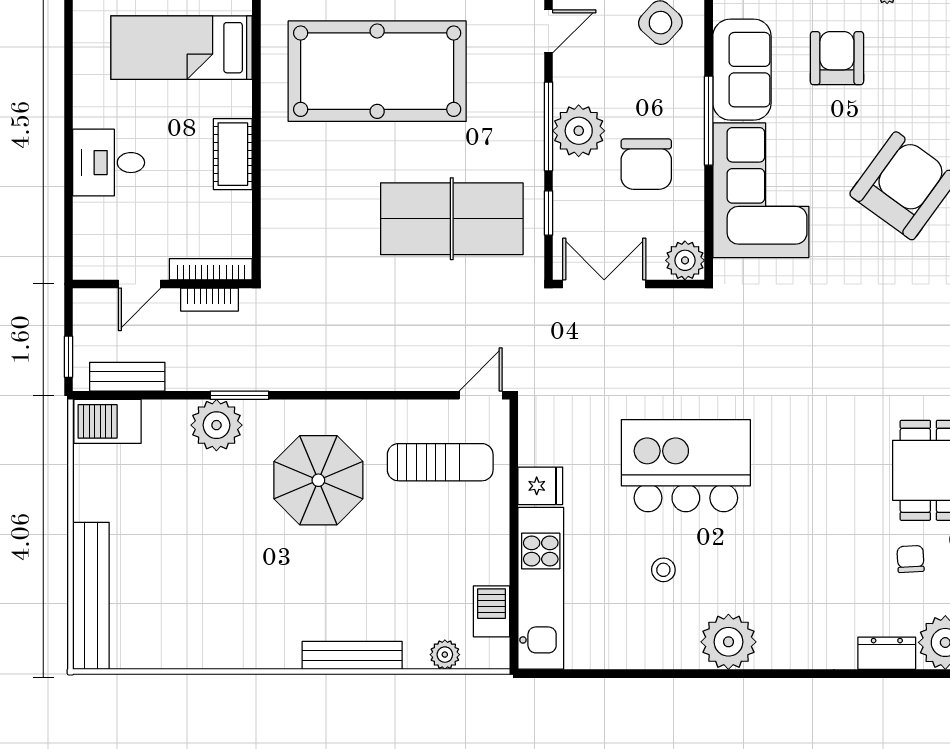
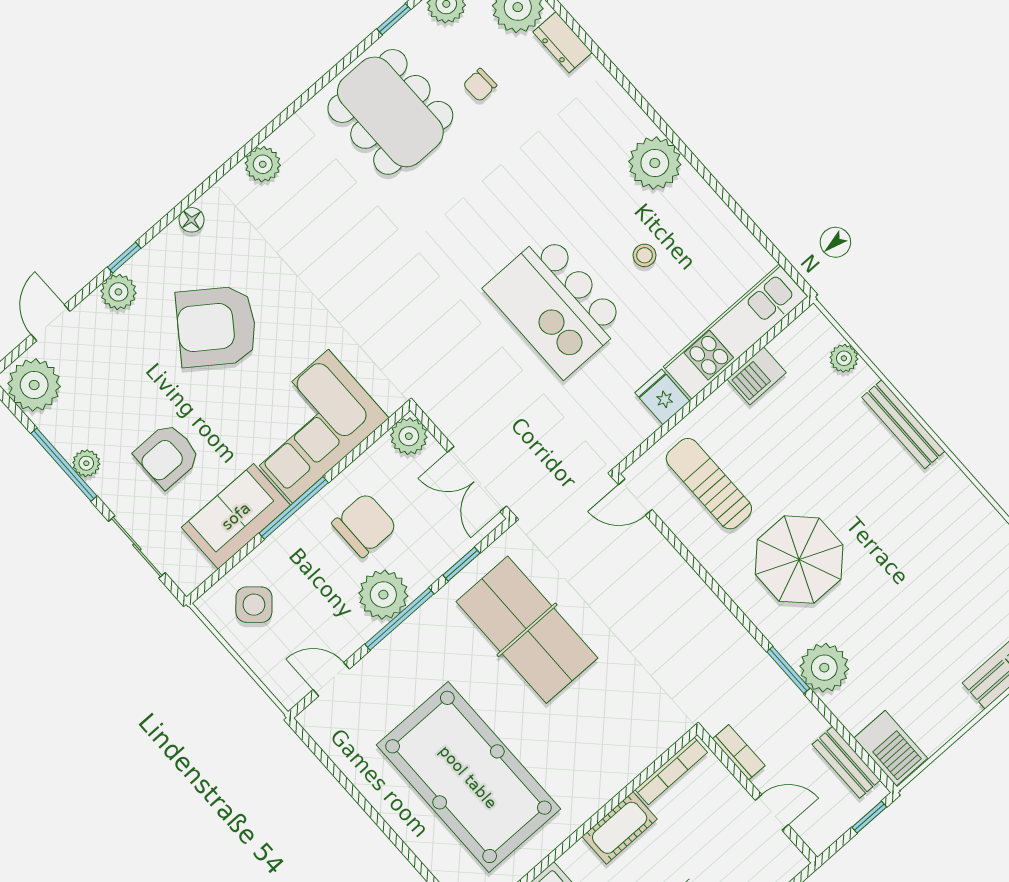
bookcase: (211, 269) -> (671, 771), moved, turned -90
barbecue: (491, 611) -> (757, 376), moved

